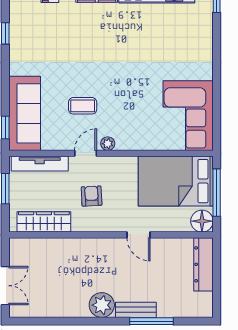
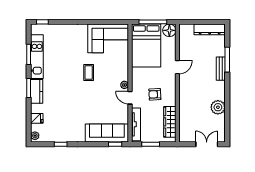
coffee table: (83, 106) -> (89, 73), moved
dresser: (204, 264) -> (210, 29), moved
plant: (102, 305) -> (218, 107), moved

